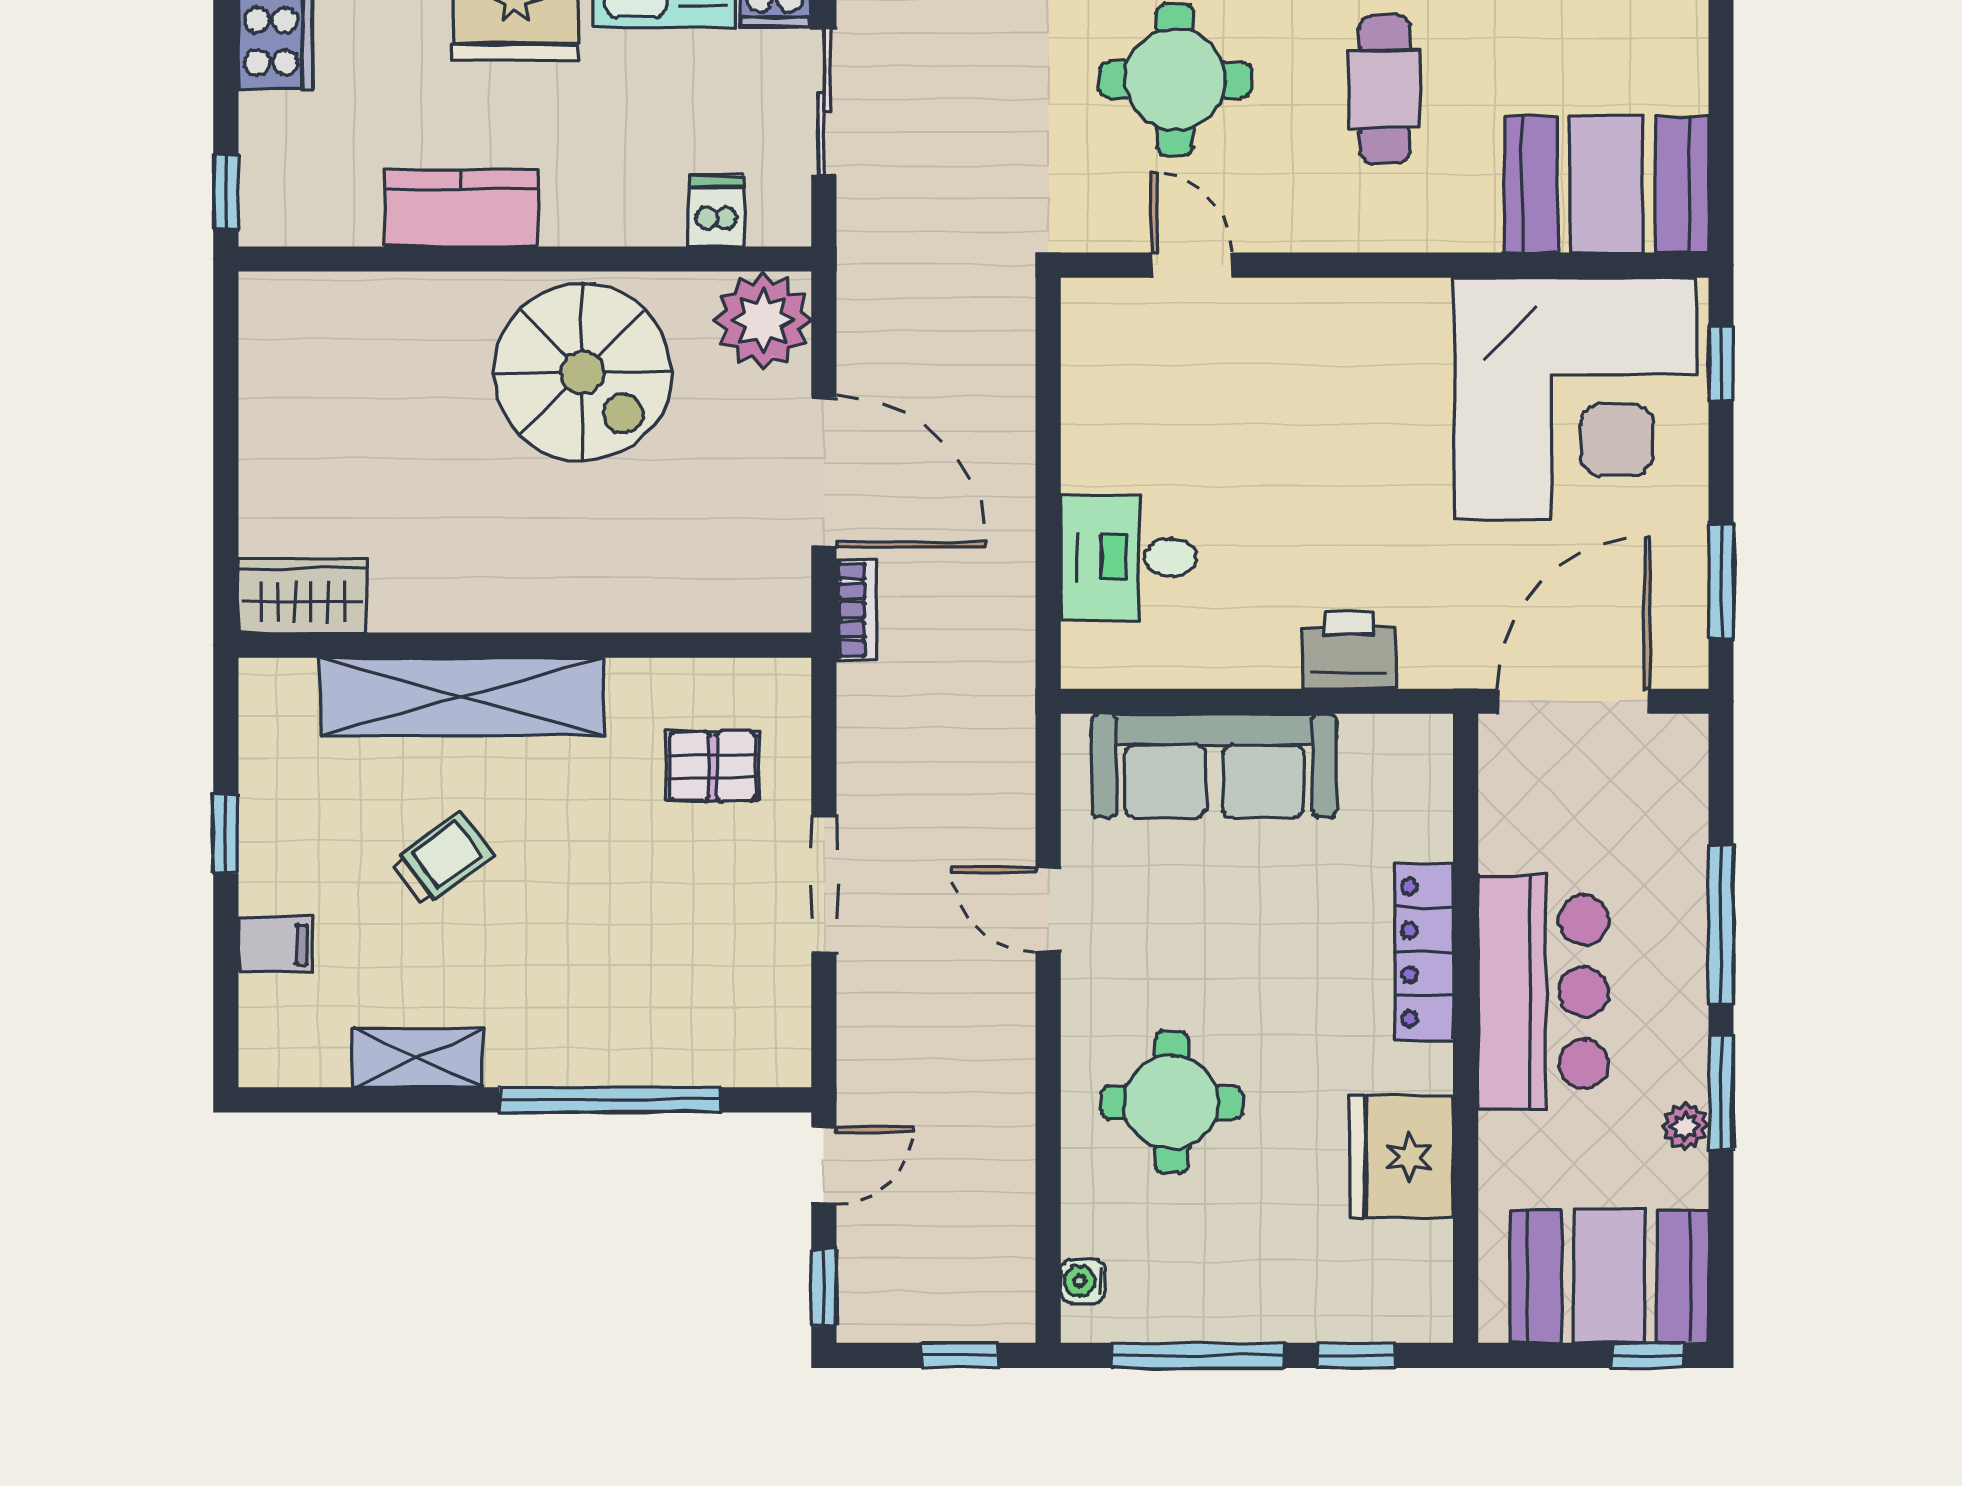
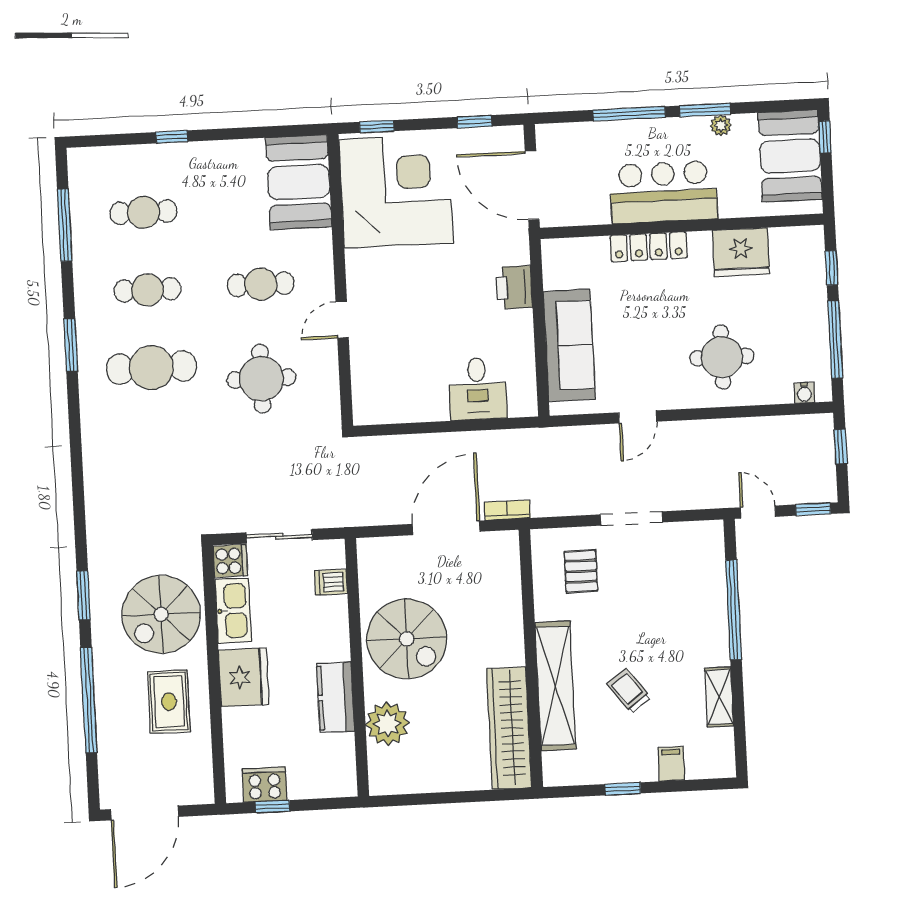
window: (226, 192) -> (273, 806), moved
door: (1191, 265) -> (342, 320), moved
plant: (763, 320) -> (387, 724), moved
spiral stairs: (582, 372) -> (407, 639), turned 90
window: (1721, 581) -> (474, 122), width x0.67
wardrobe: (302, 596) -> (509, 728), width x2.10, depth x1.17

